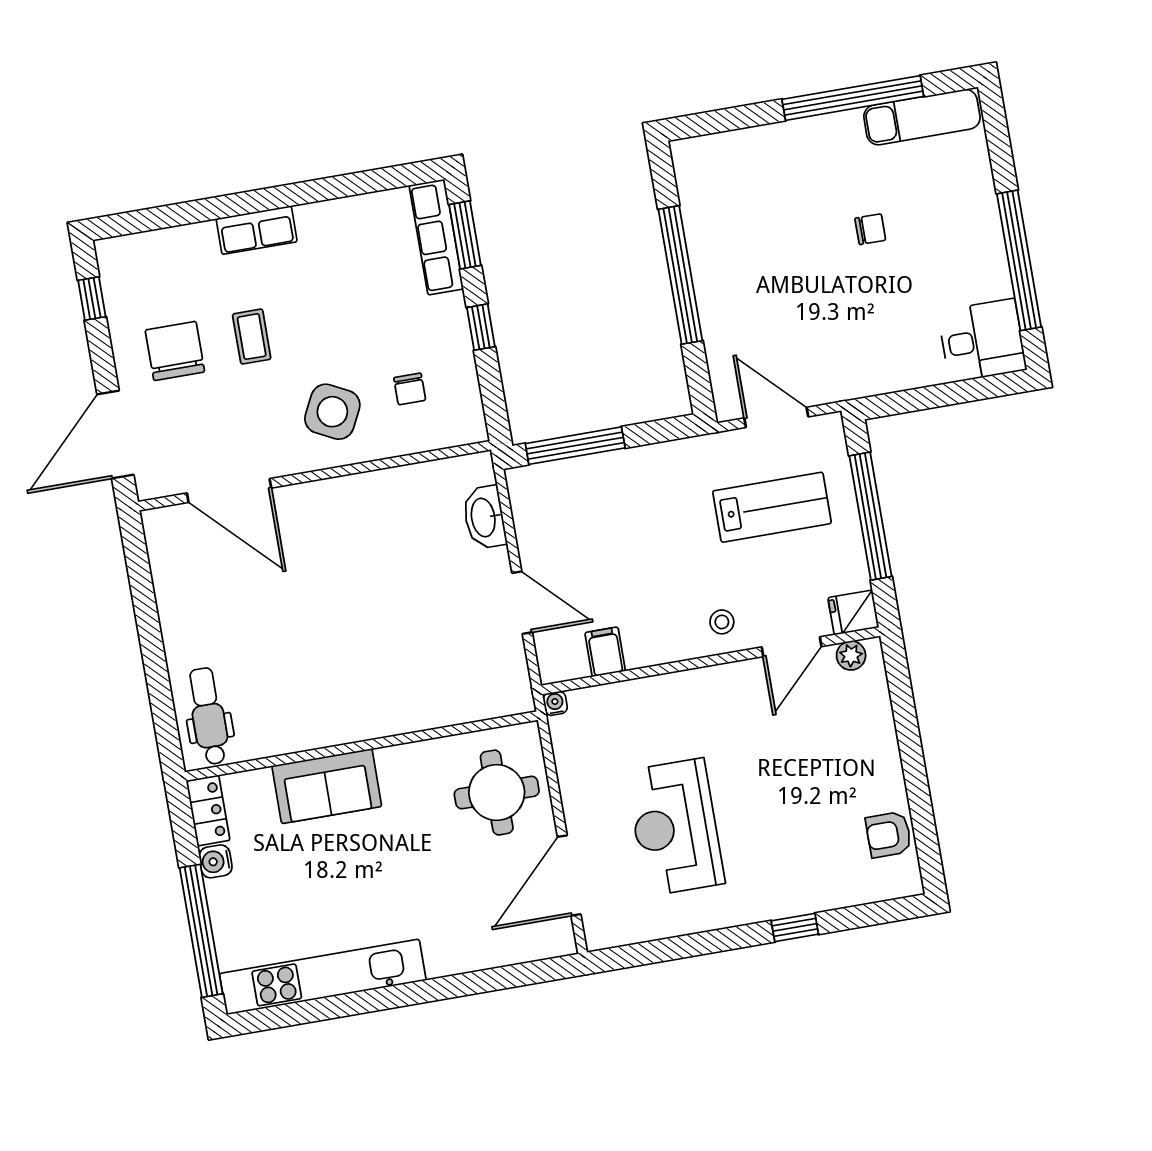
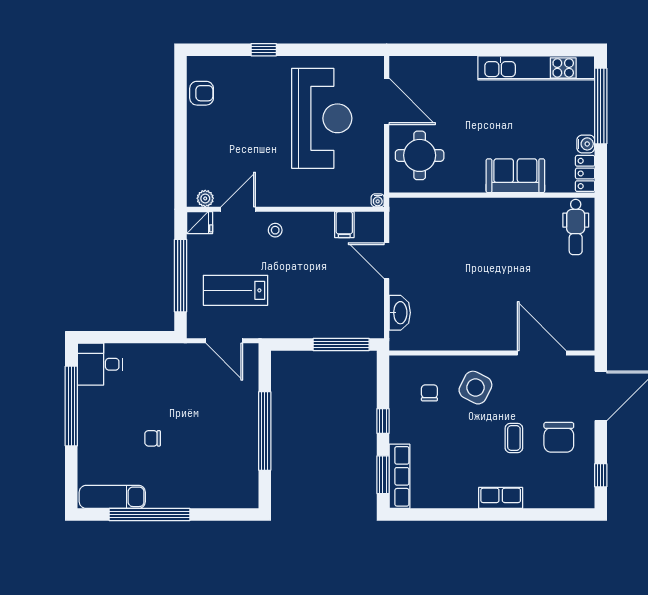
reception desk: (675, 827) -> (322, 118), width x1.36, depth x1.30
door: (569, 875) -> (387, 101), hinge flipped

